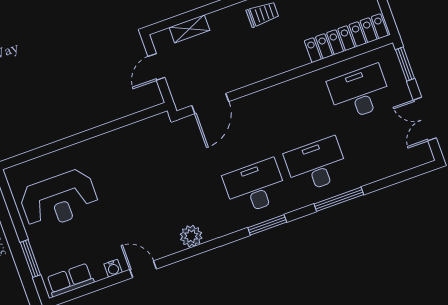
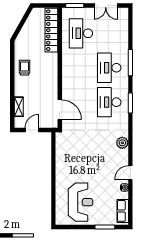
door: (156, 67) -> (32, 130), swing flipped

